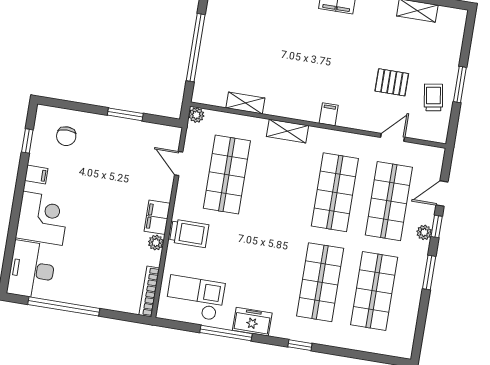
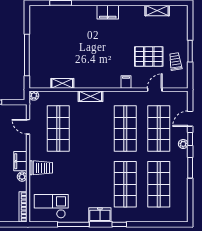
pallet: (392, 82) -> (149, 56), width x1.50, depth x1.42
filing cabinet: (329, 114) -> (126, 82), moved
freezer: (252, 322) -> (100, 215), moved

